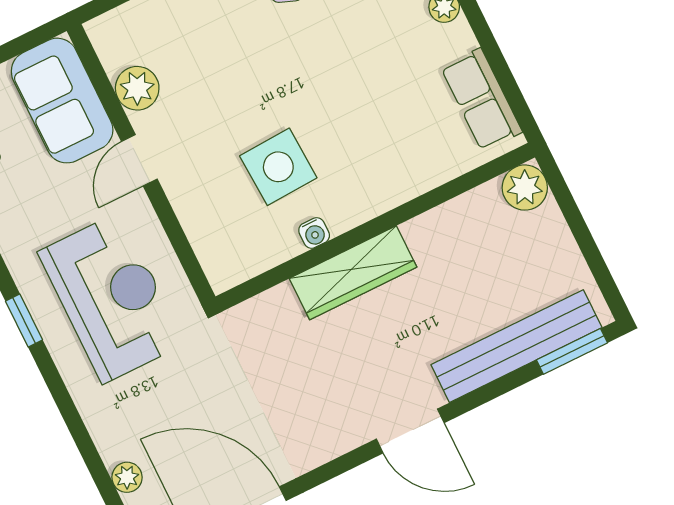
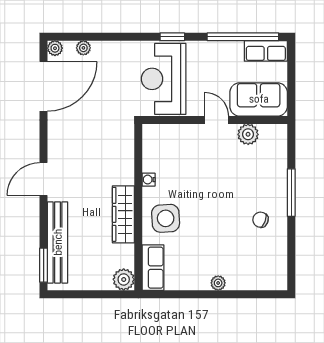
row of seats: (481, 100) -> (153, 268), moved, turned 90
side table: (278, 167) -> (166, 218), moved
wardrobe: (353, 273) -> (123, 214), moved
reception desk: (111, 298) -> (164, 79), turned 90

